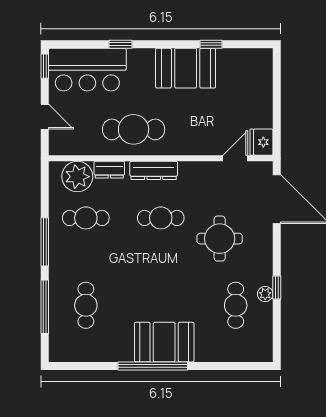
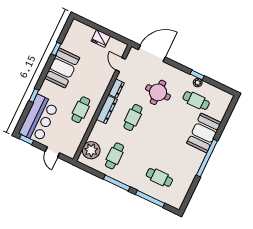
door: (45, 117) -> (52, 152), swing flipped
cafe table: (134, 129) -> (81, 110), width x0.73, depth x0.74
fridge: (261, 142) -> (101, 39), moved
dresser: (109, 170) -> (116, 89), moved
booth: (164, 342) -> (204, 133), moved

